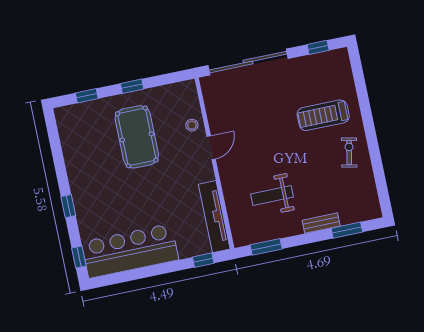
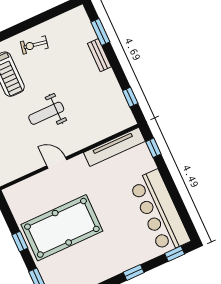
stool: (192, 125) -> (41, 183), removed
pool table: (137, 137) -> (62, 228), width x1.36, depth x1.32
weight bench: (272, 195) -> (46, 113), moved, turned 90
window: (266, 247) -> (130, 97), width x0.67

